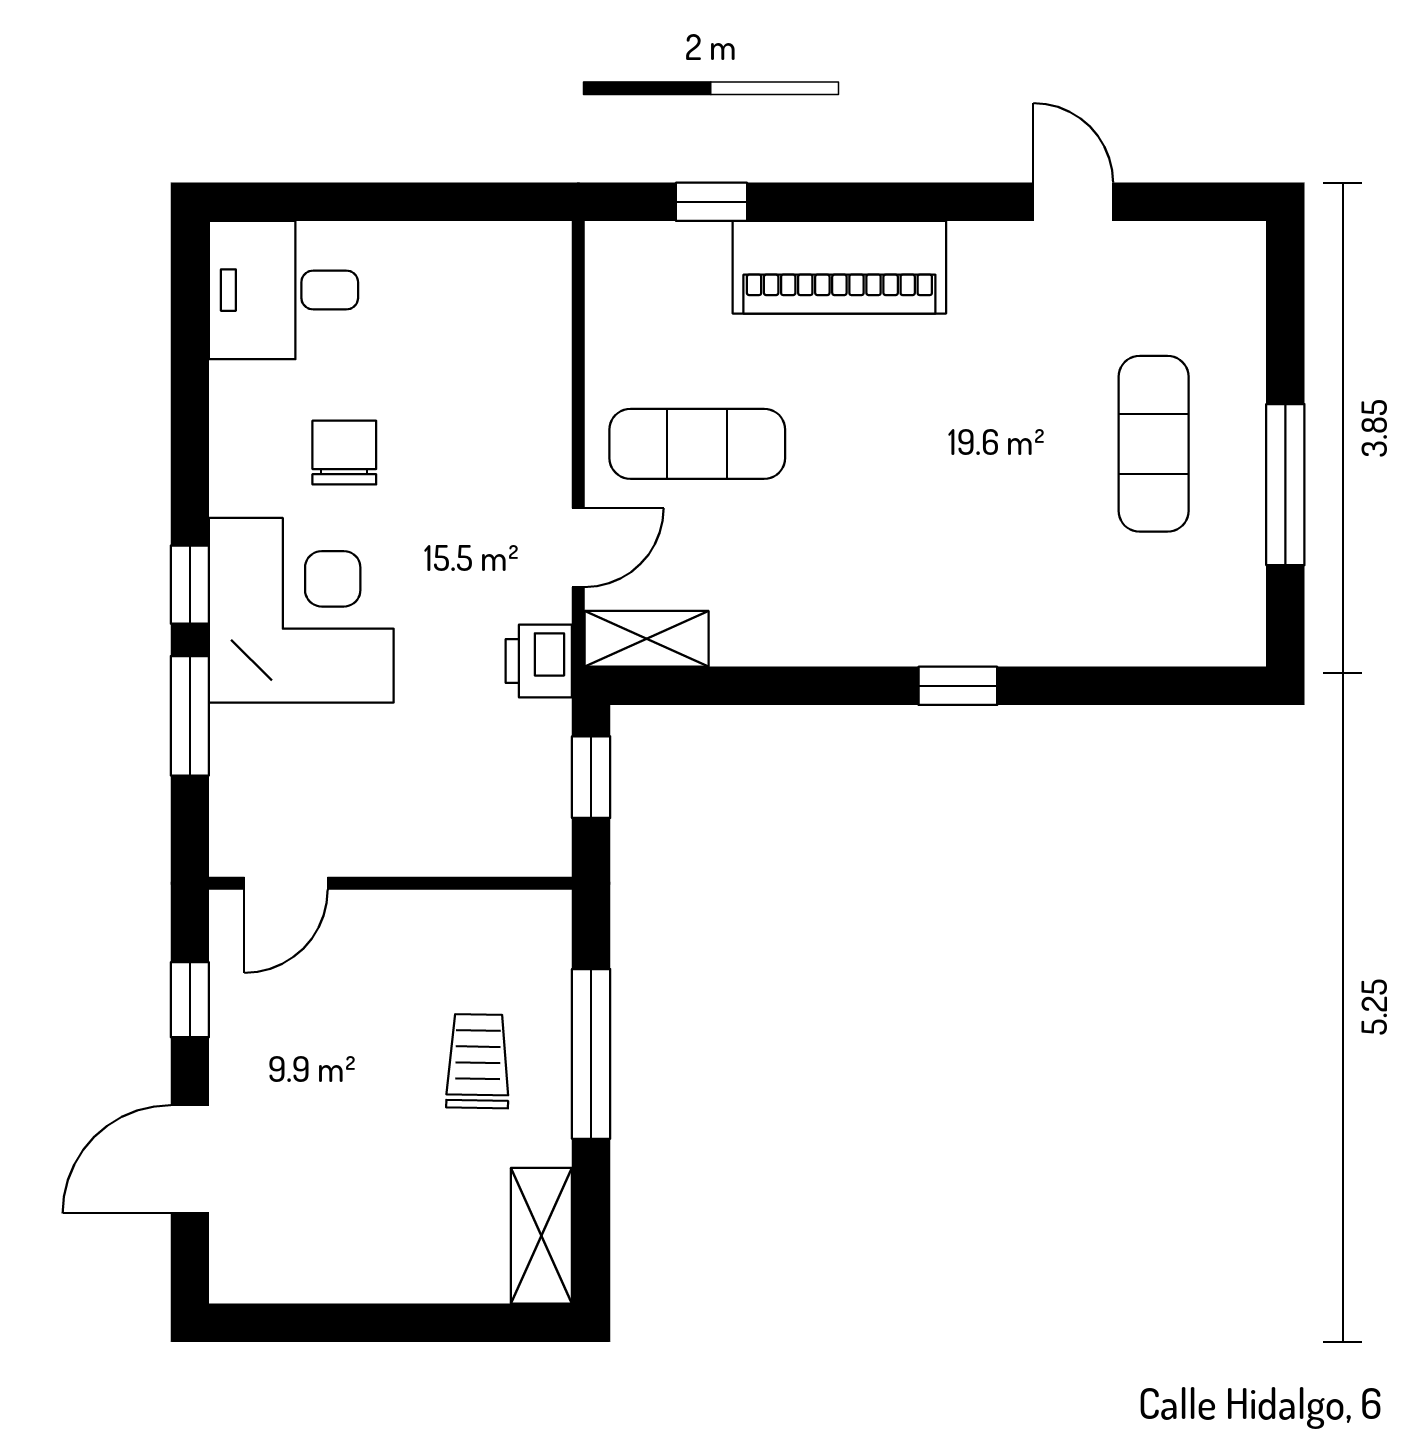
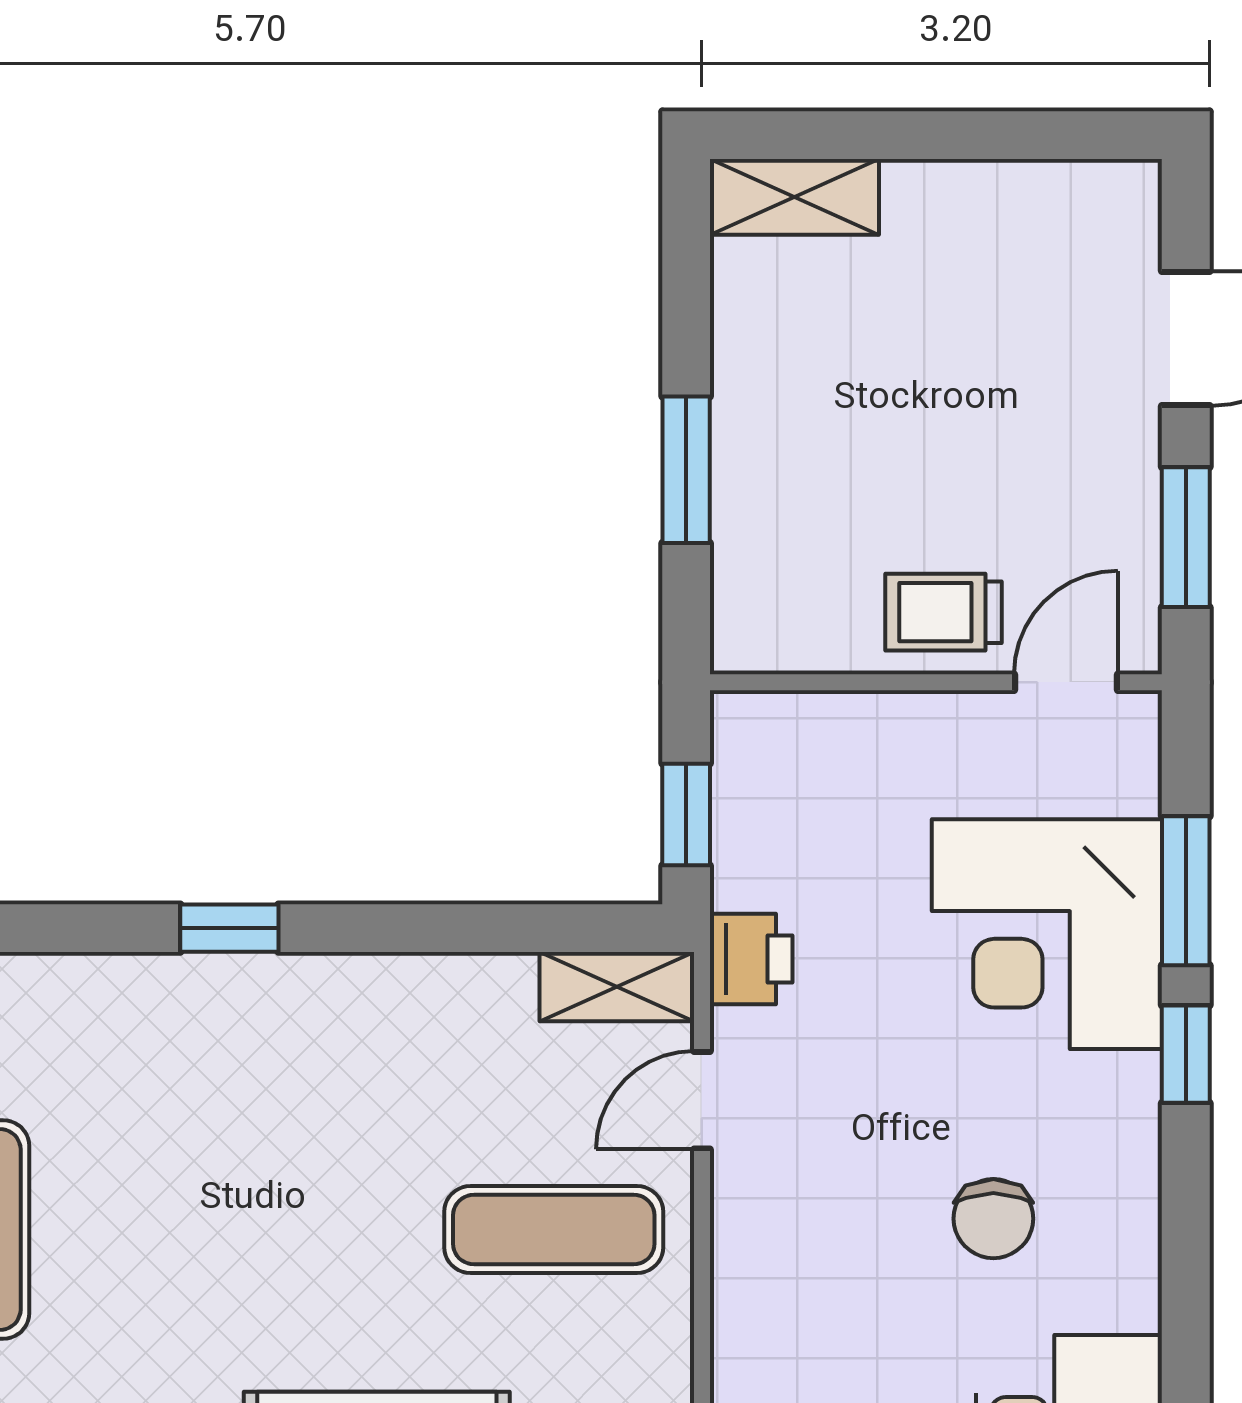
corner desk: (301, 610) -> (1047, 934), moved
window: (190, 1000) -> (1186, 537), width x1.50
window: (591, 1054) -> (686, 470), width x0.69
trolley: (478, 1061) -> (944, 612), moved, turned 89
shelving: (541, 1236) -> (794, 197), moved, turned 90

